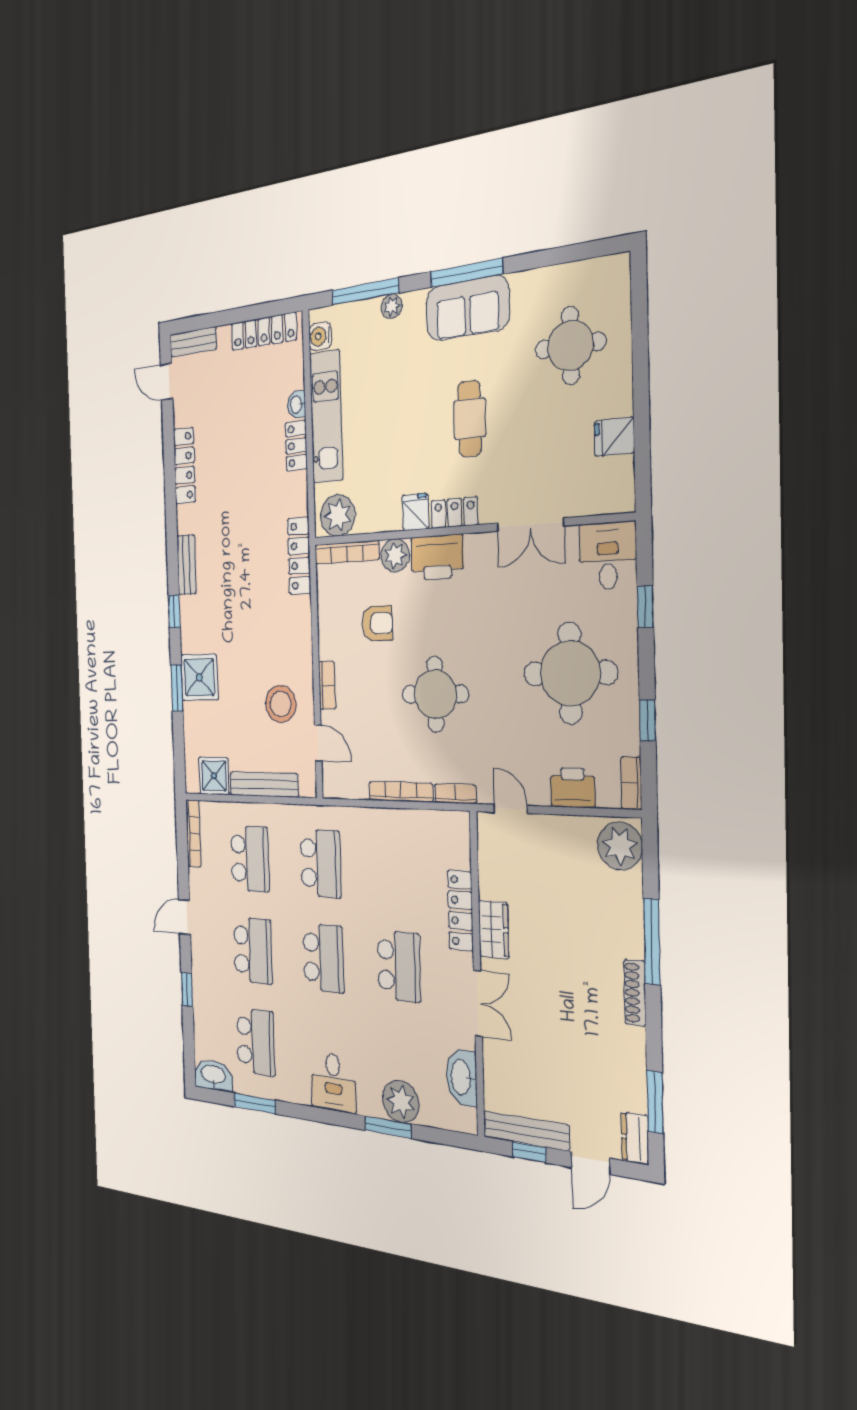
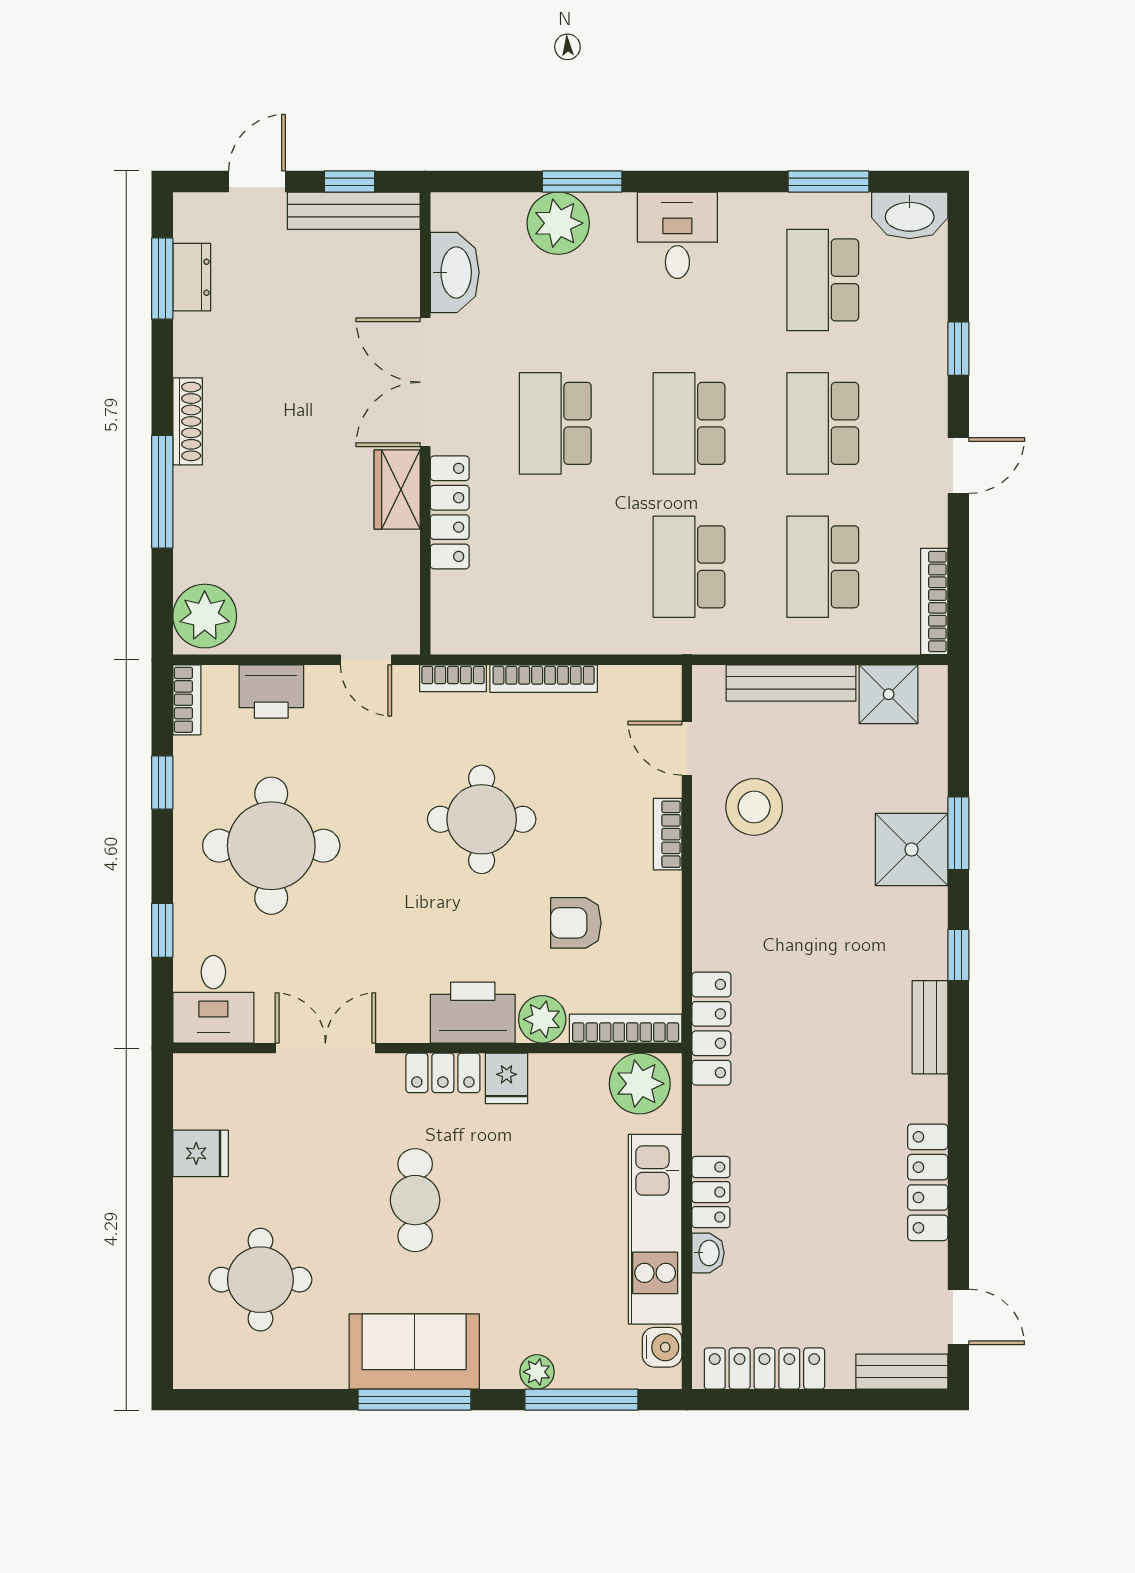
double door: (478, 1003) -> (425, 382), width x1.37
dresser: (635, 1138) -> (192, 277), moved

